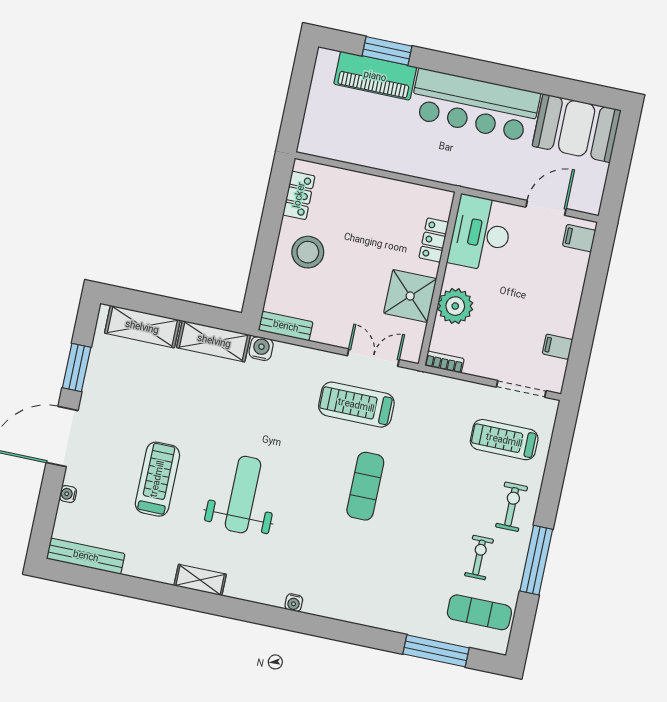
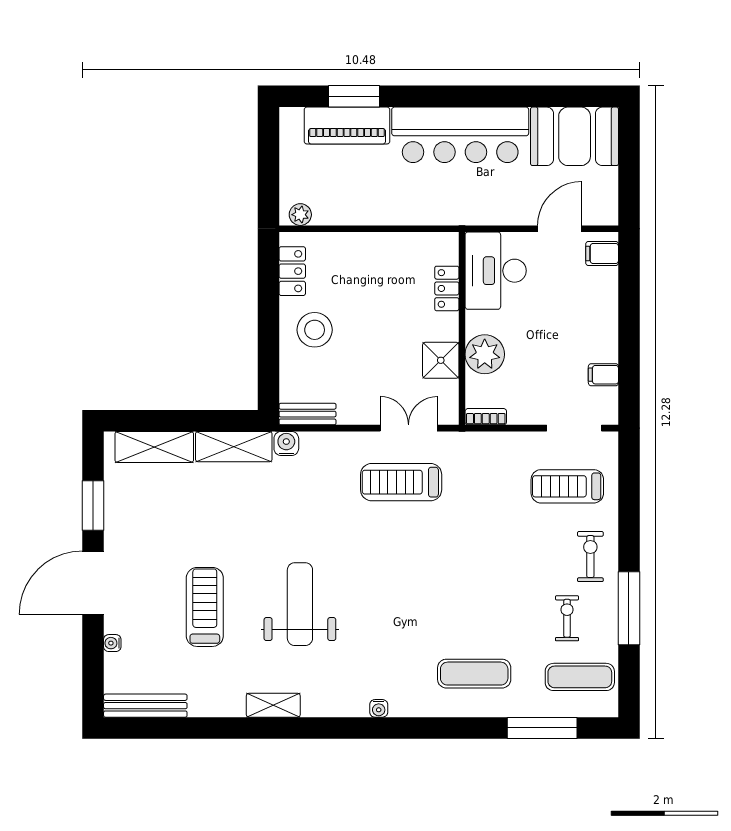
plant: (317, 146) -> (300, 215), added
shower: (410, 296) -> (441, 360), width x0.73, depth x0.73
exercise mat: (365, 486) -> (474, 674), moved, turned 90

